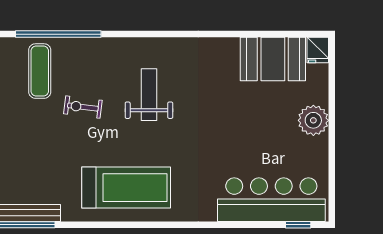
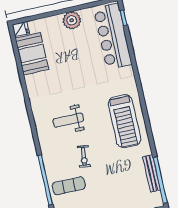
plant: (313, 120) -> (72, 20), moved
treadmill: (126, 188) -> (124, 121), turned 180

